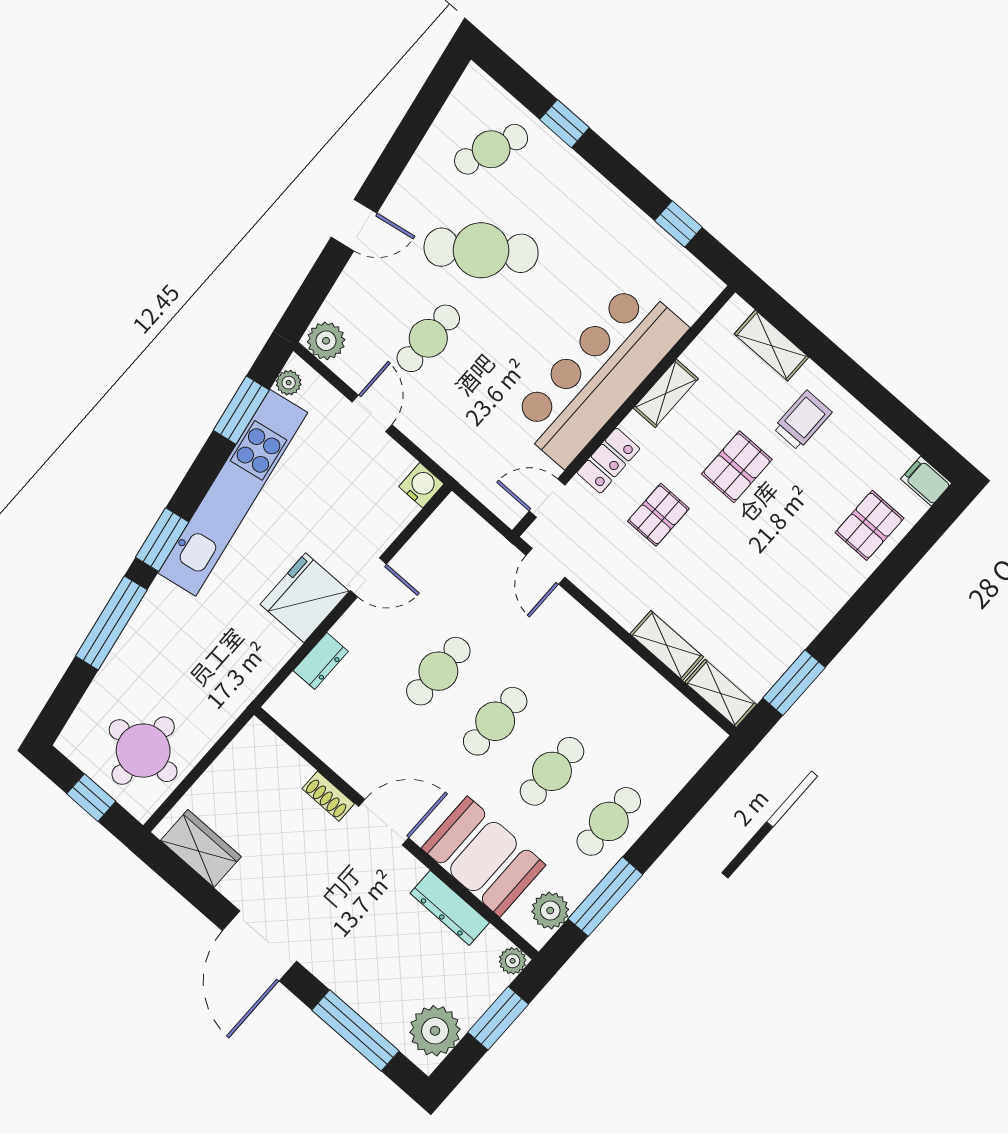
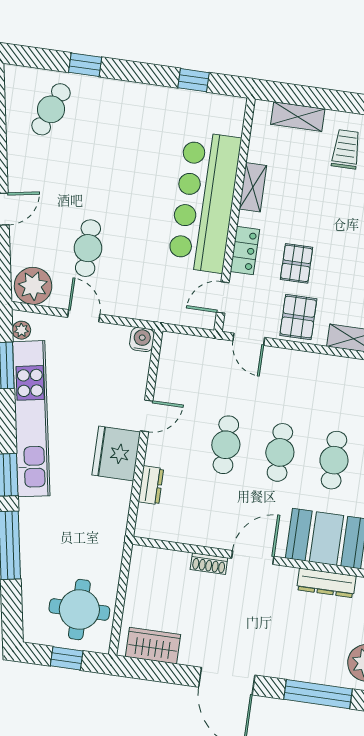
cafe table: (481, 250) -> (85, 174), removed
plant: (326, 341) -> (33, 286), width x1.36, depth x1.36
pallet: (737, 467) -> (298, 317), moved

